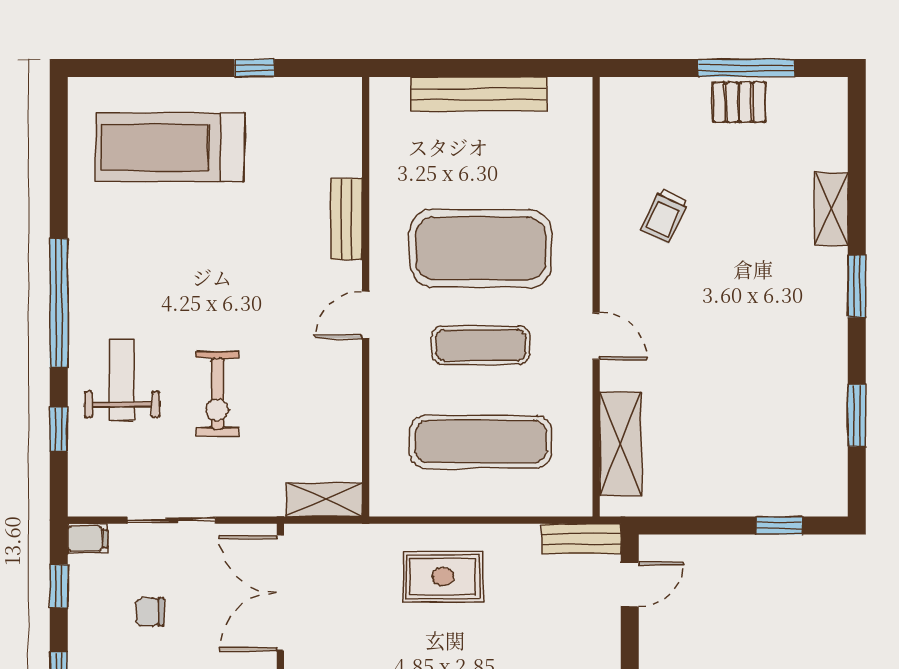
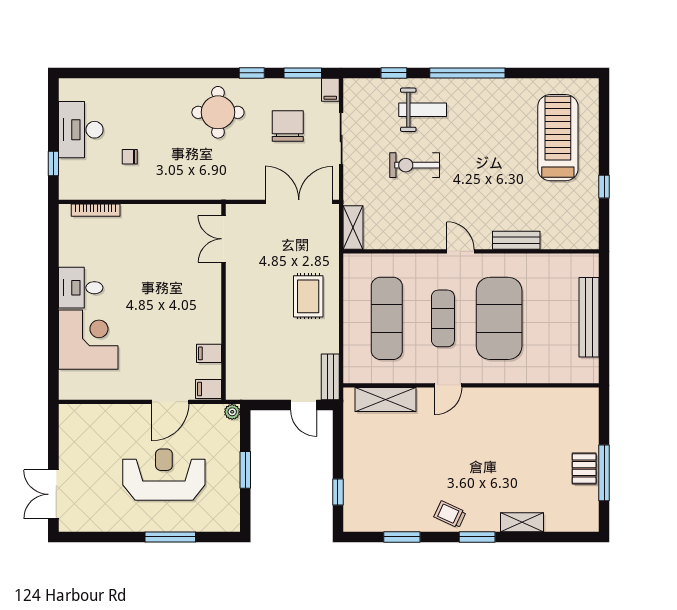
trolley: (665, 216) -> (450, 514), moved
window: (59, 586) -> (303, 73), width x1.50
chair: (150, 612) -> (288, 126), width x1.87, depth x1.87

